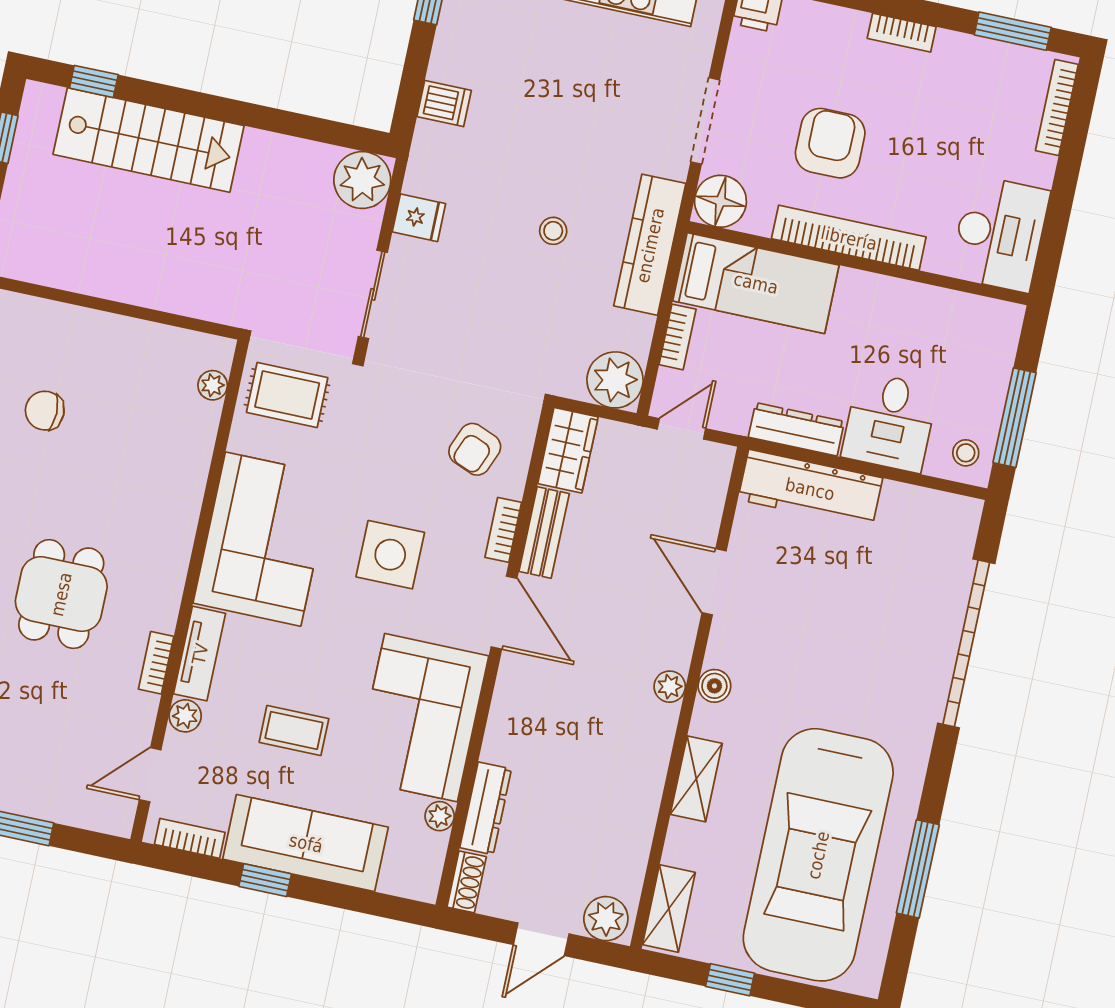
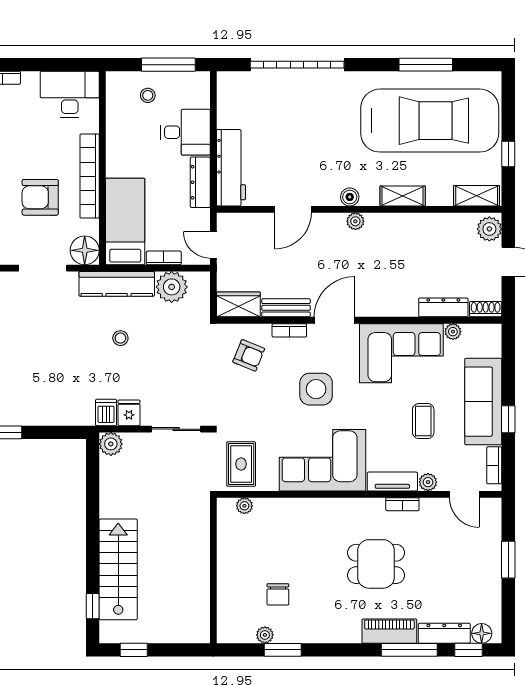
dishwasher: (444, 104) -> (106, 412), moved
plant: (362, 180) -> (111, 444), width x0.73, depth x0.73
plant: (615, 380) -> (172, 287), moved
stool: (966, 453) -> (148, 95), moved

